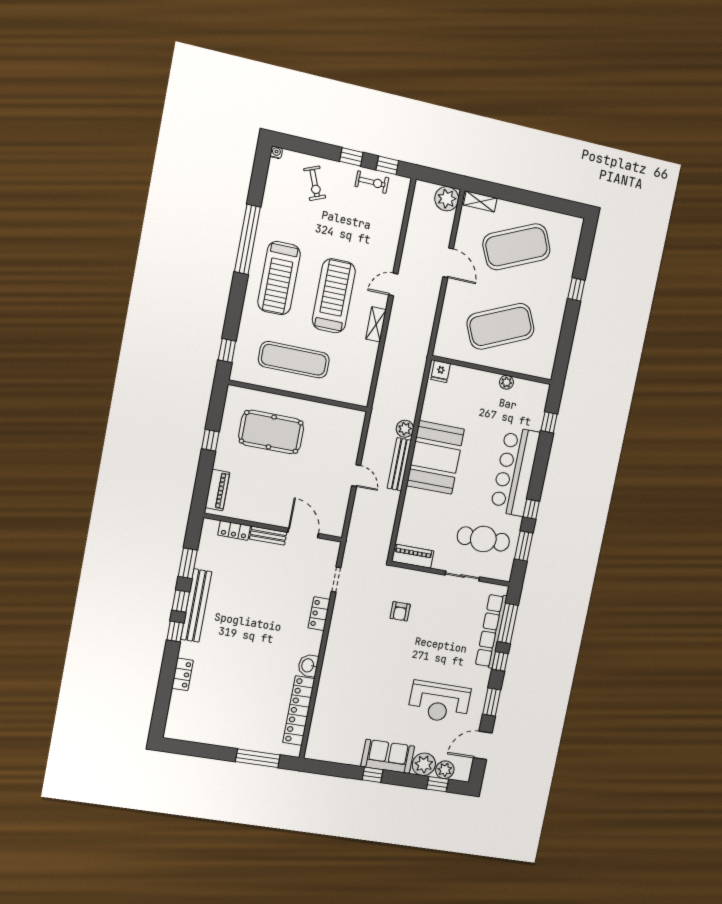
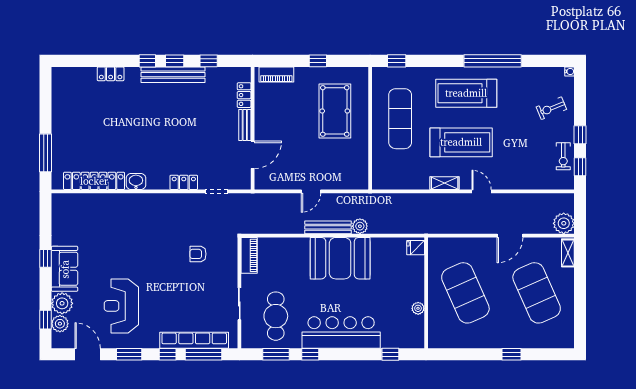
window: (188, 563) -> (209, 61), width x0.67

